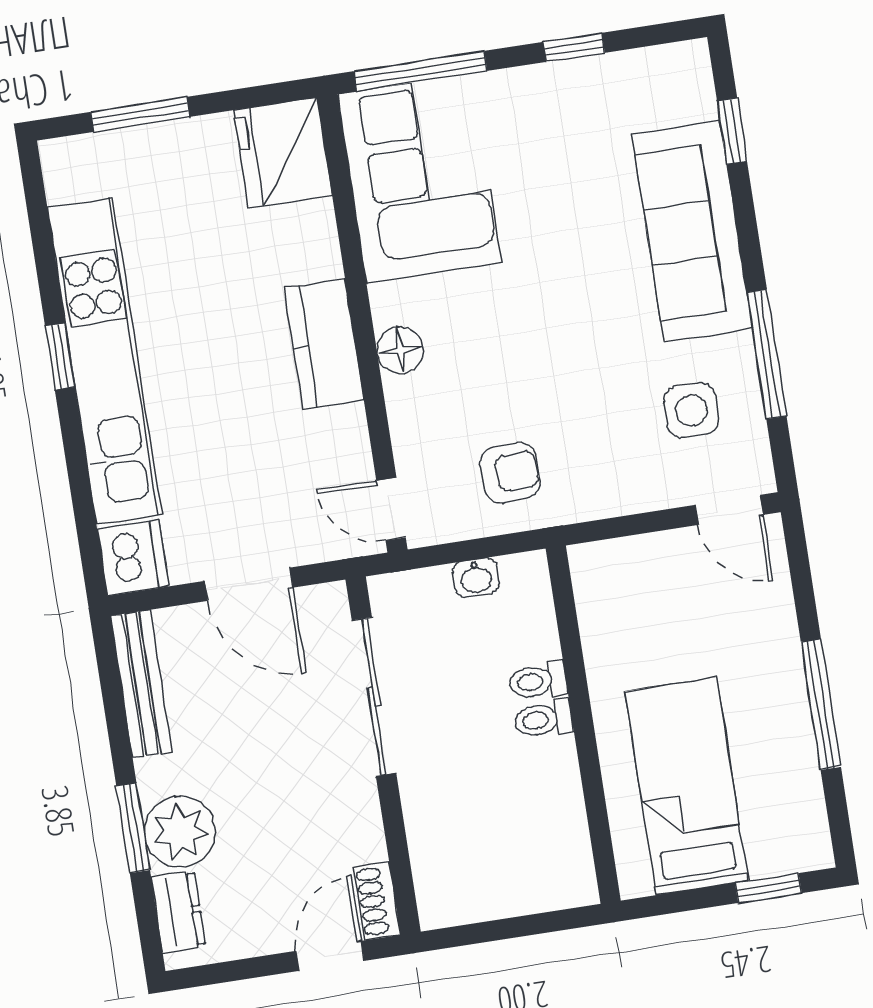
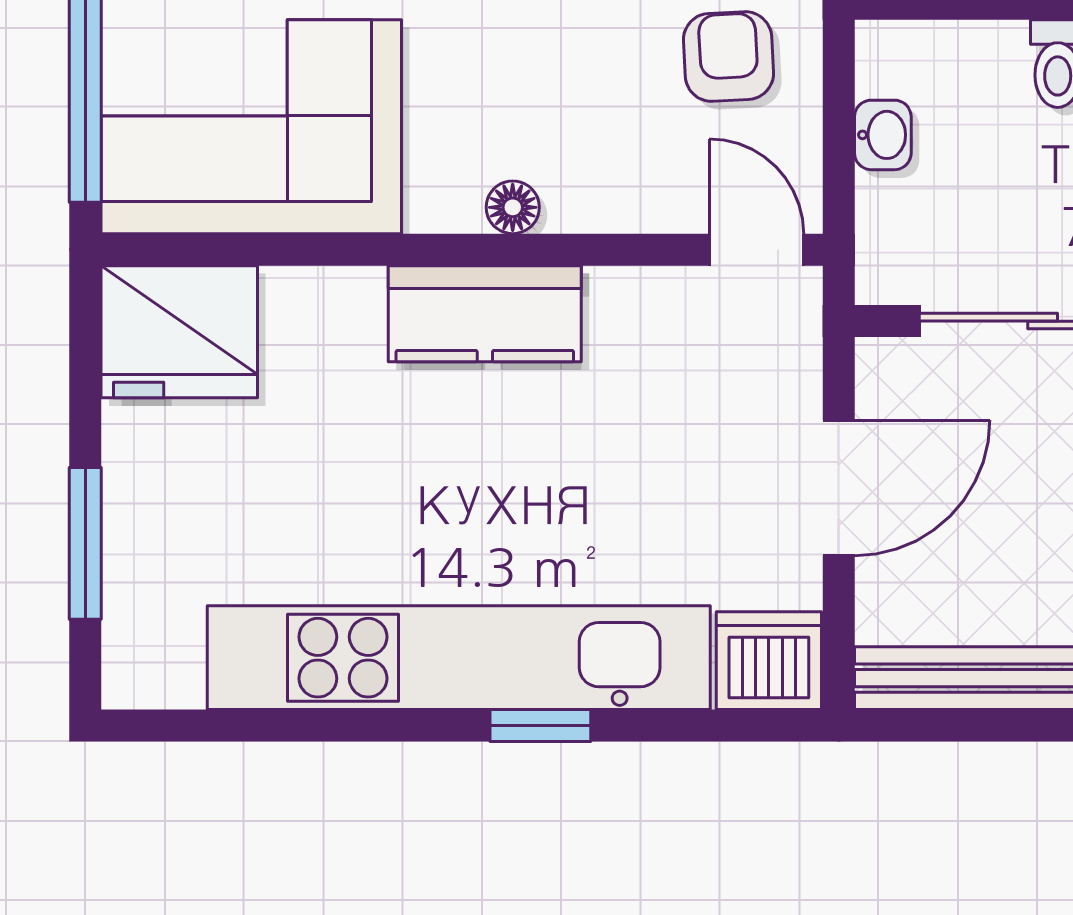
floor lamp: (400, 350) -> (513, 207), width x0.73, depth x0.73
window: (60, 357) -> (540, 726), moved
door: (391, 509) -> (756, 250), swing flipped

